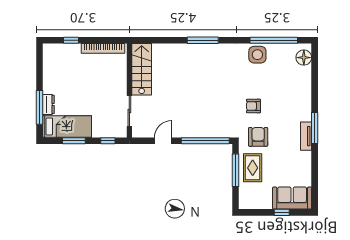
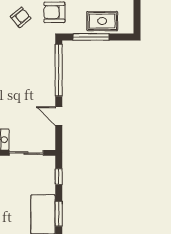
armchair: (253, 106) -> (21, 17), turned -130
rug: (253, 168) -> (102, 21), moved

